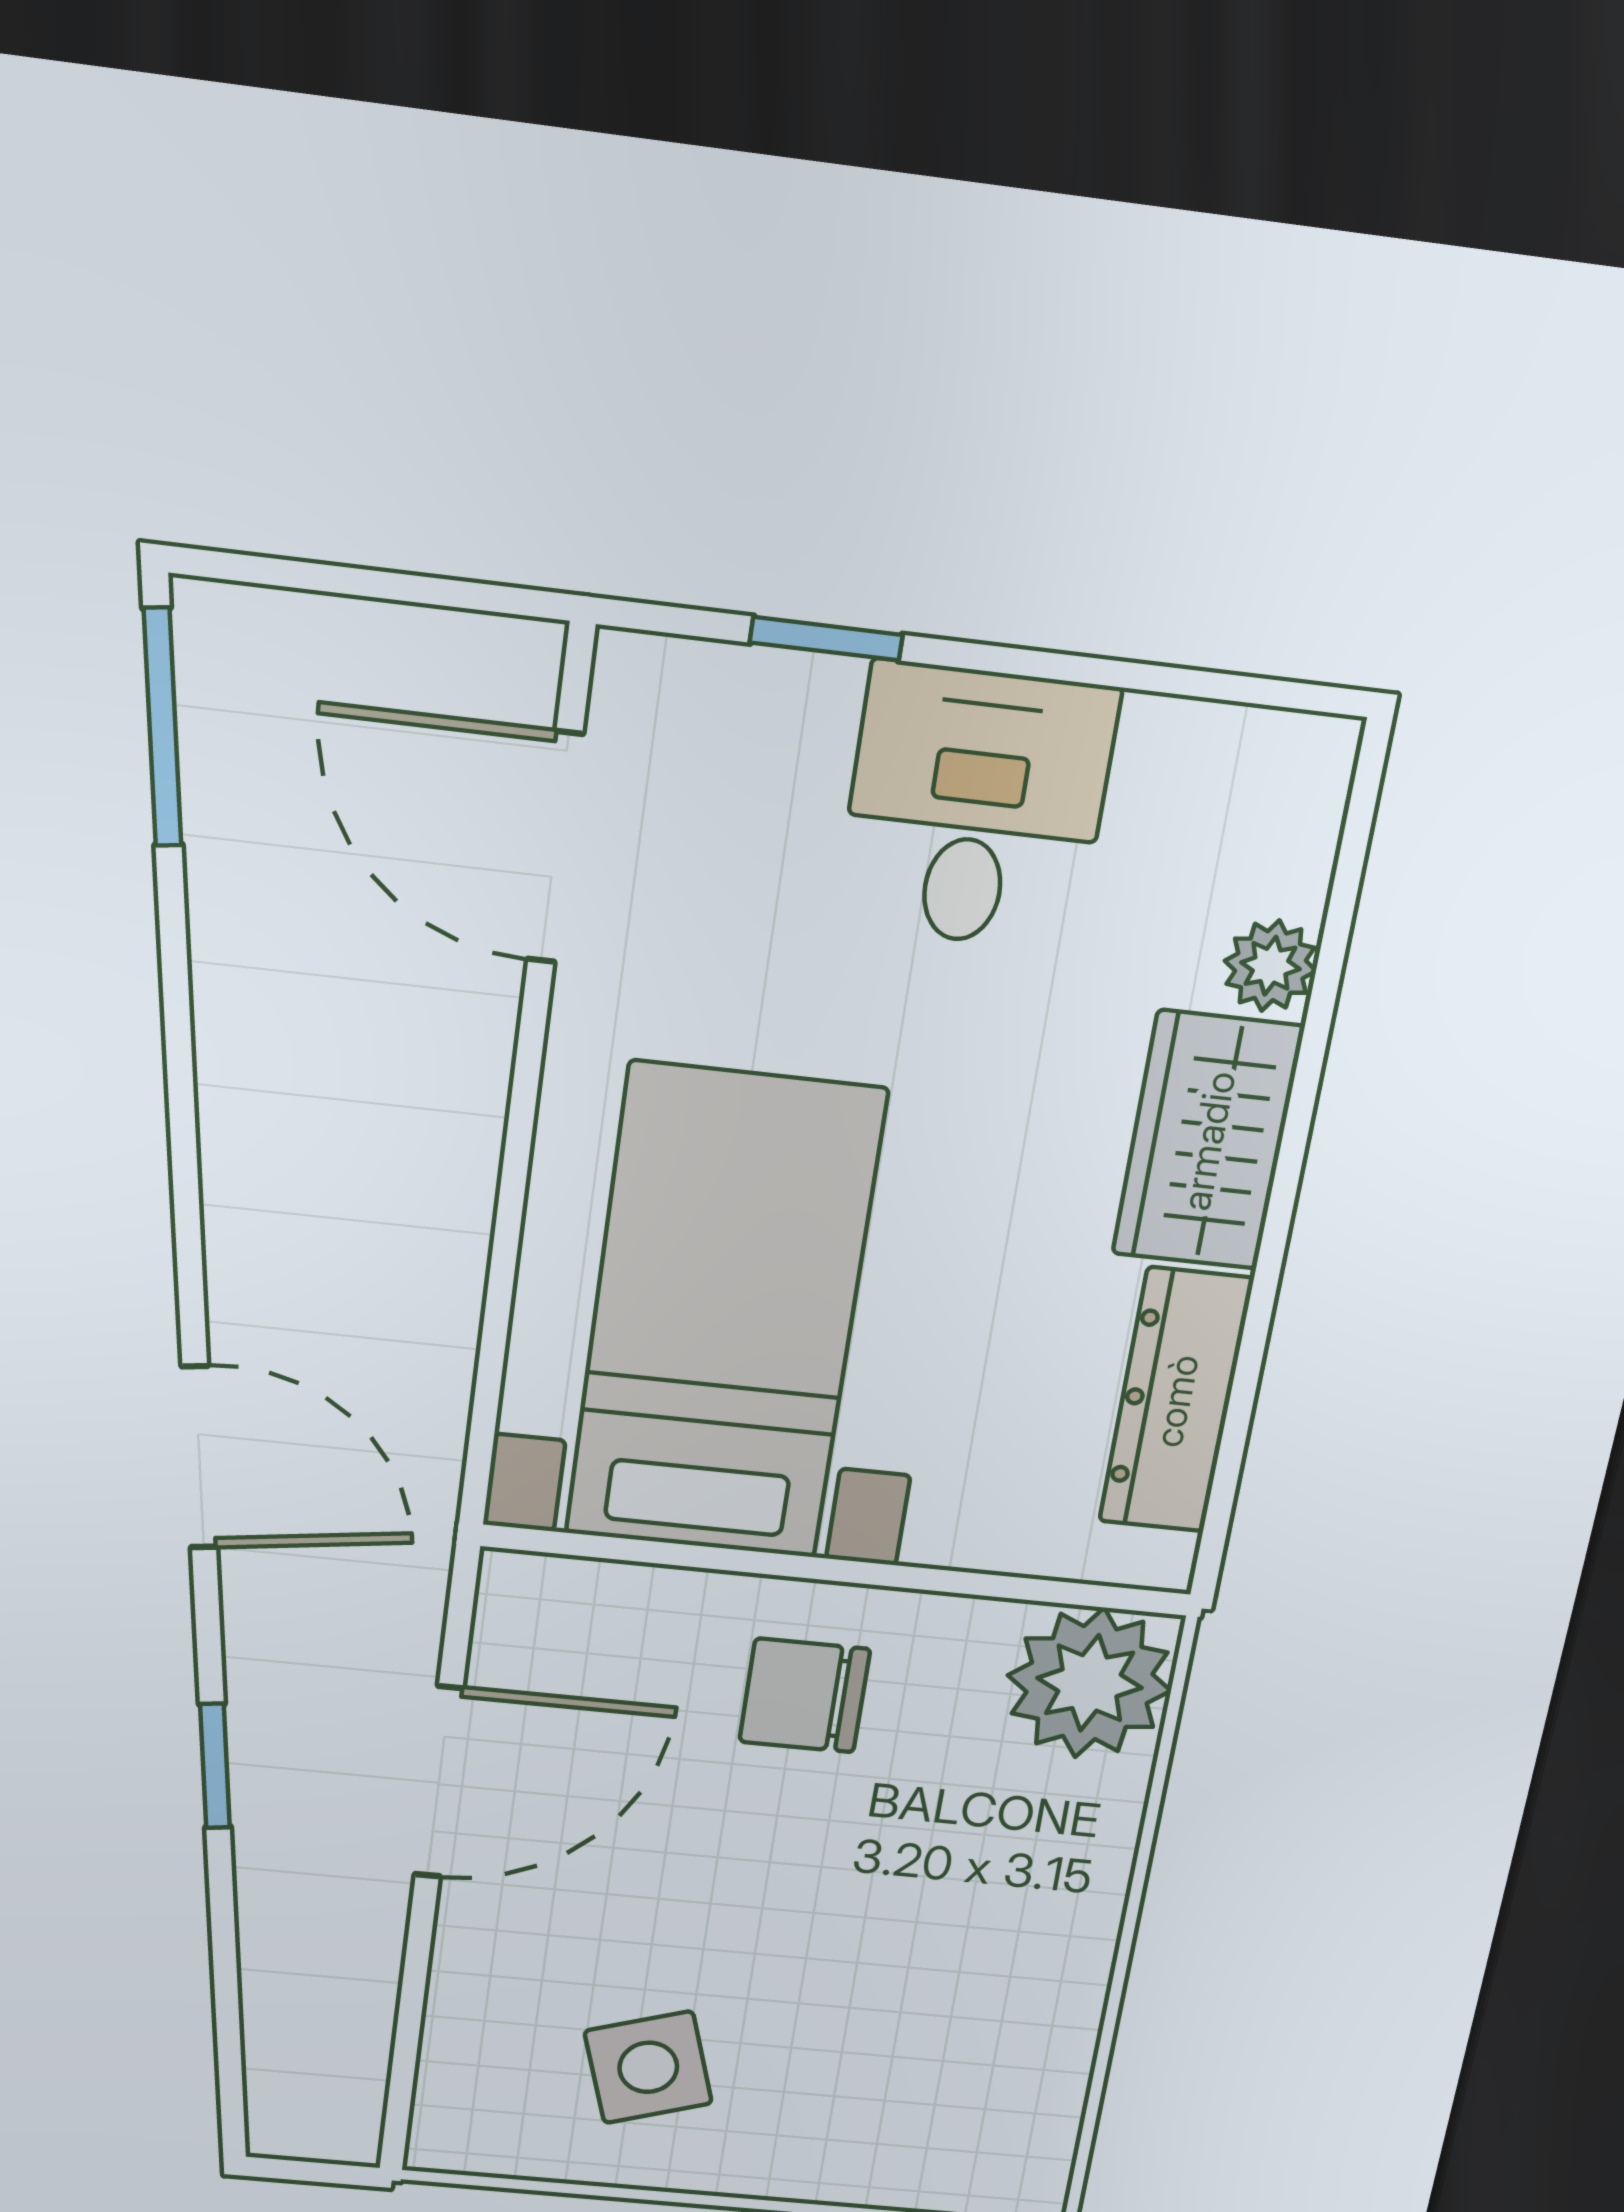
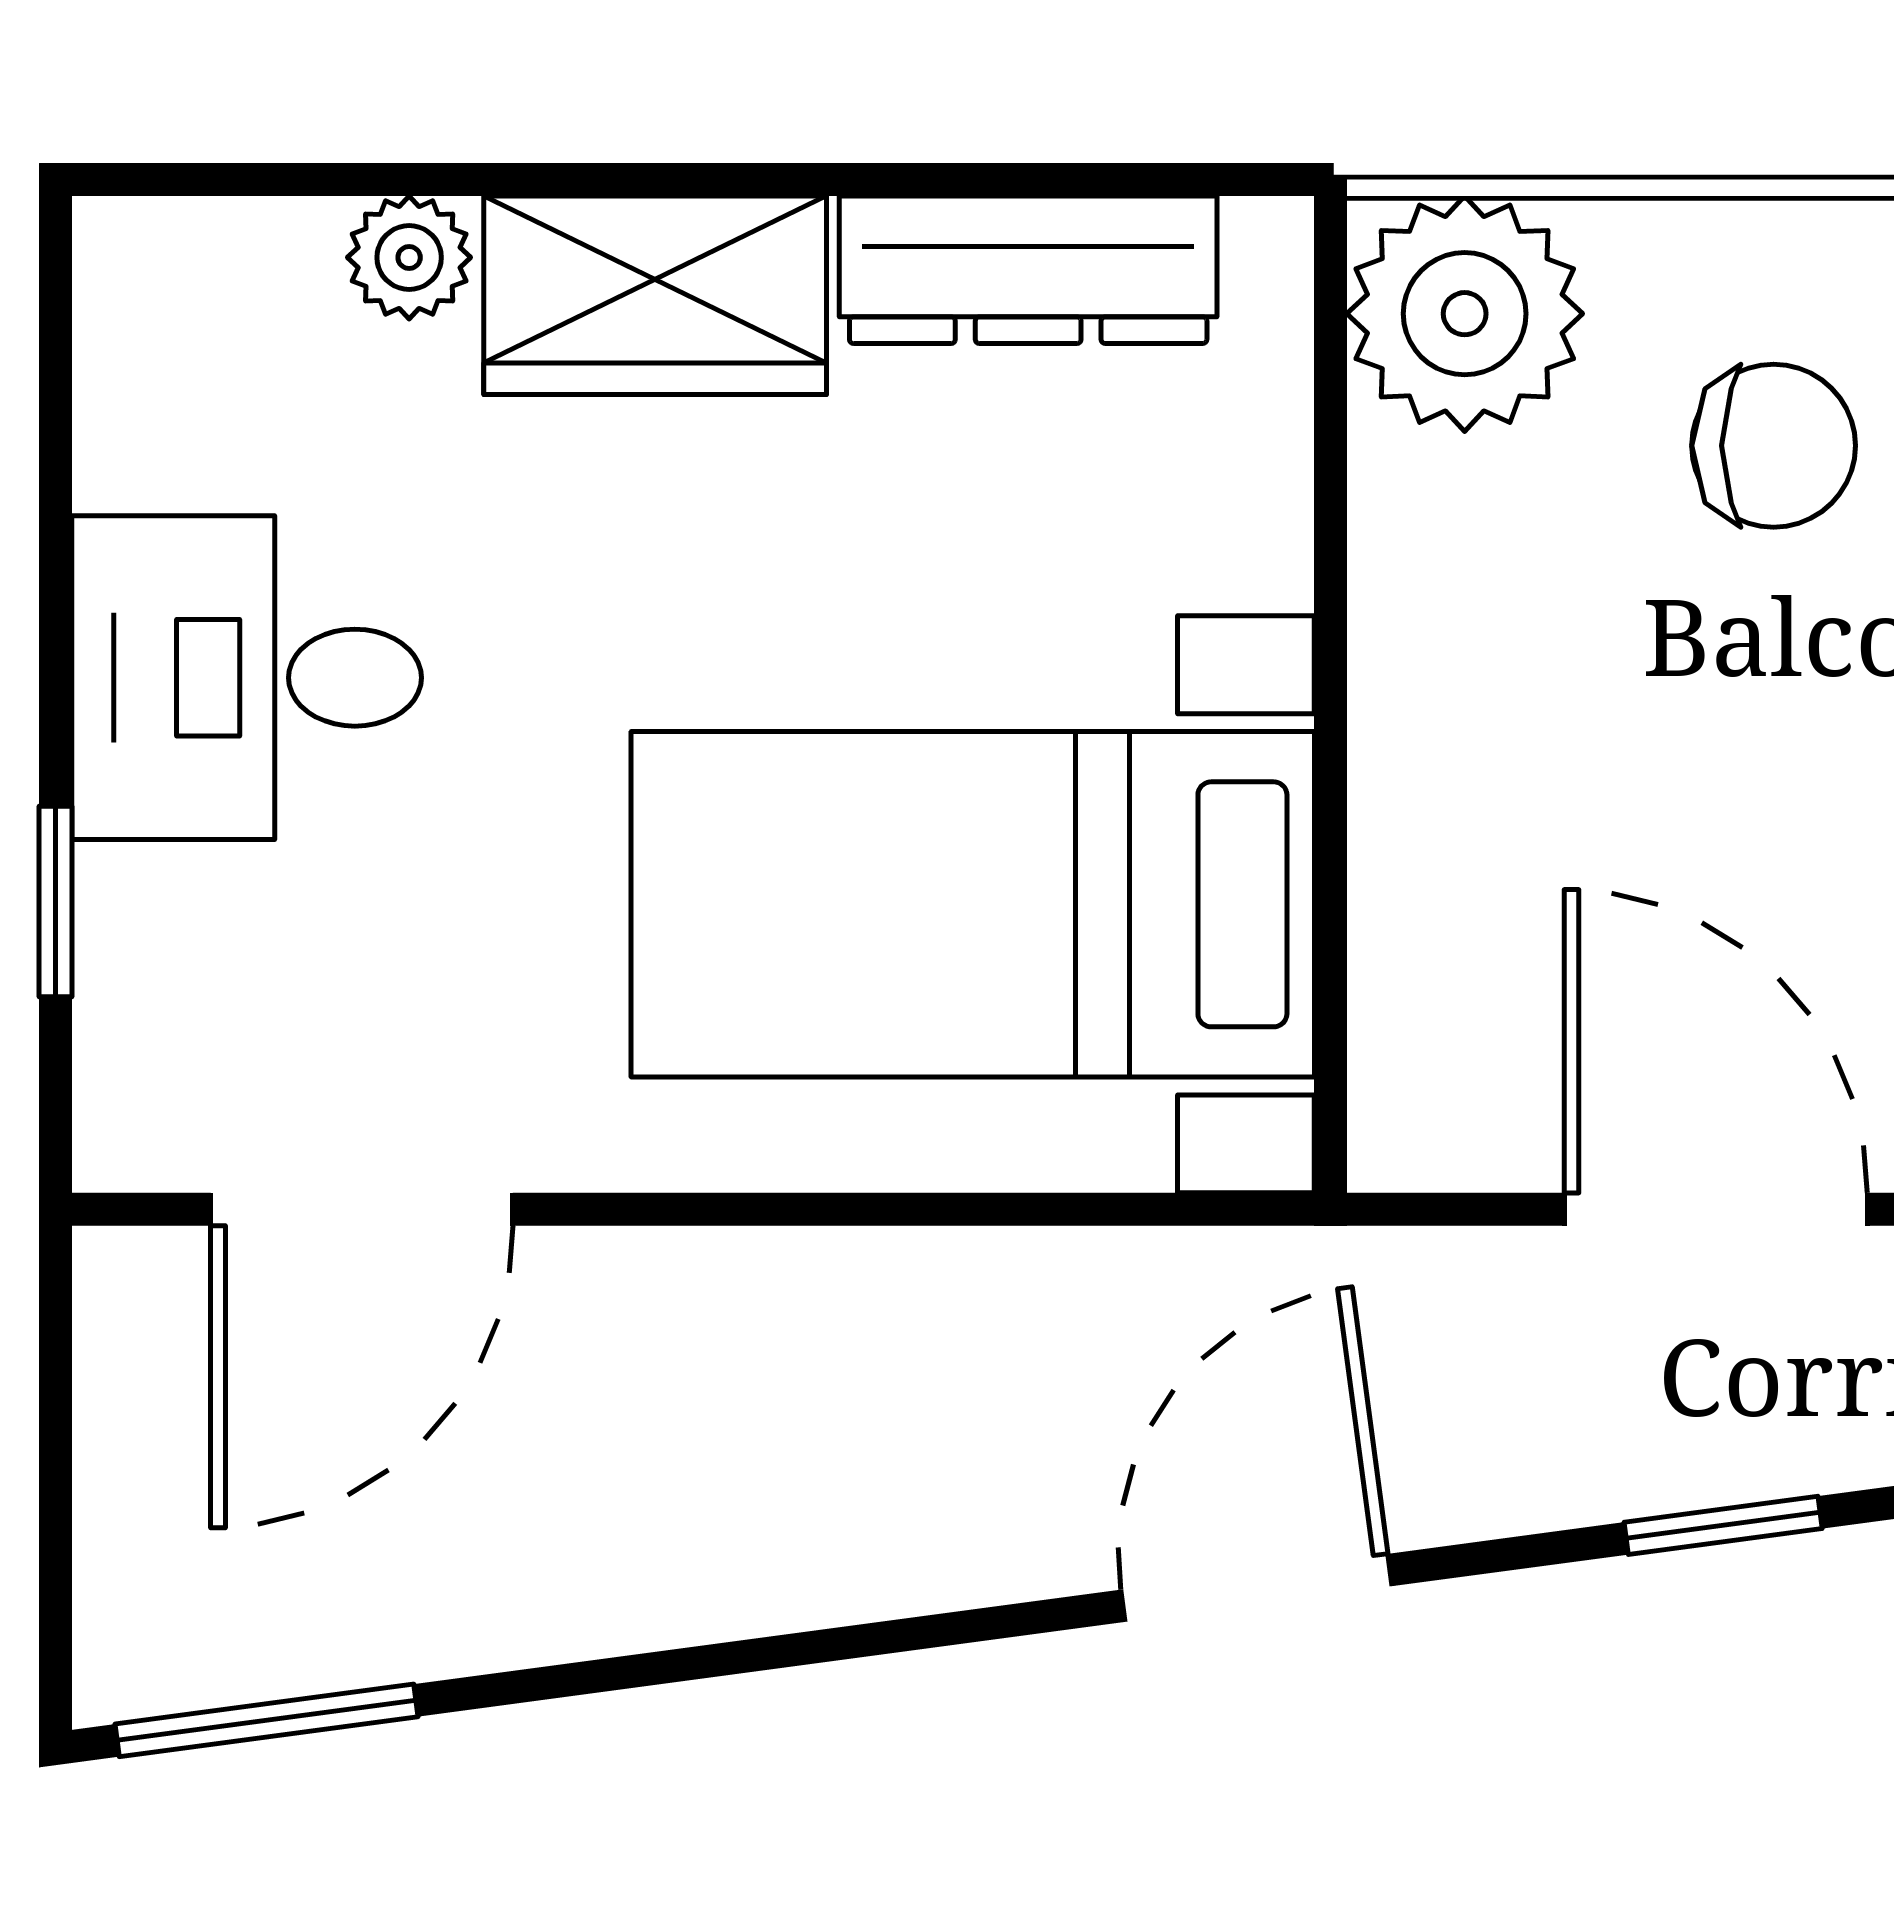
chair: (805, 1695) -> (1774, 446), moved, turned -90

